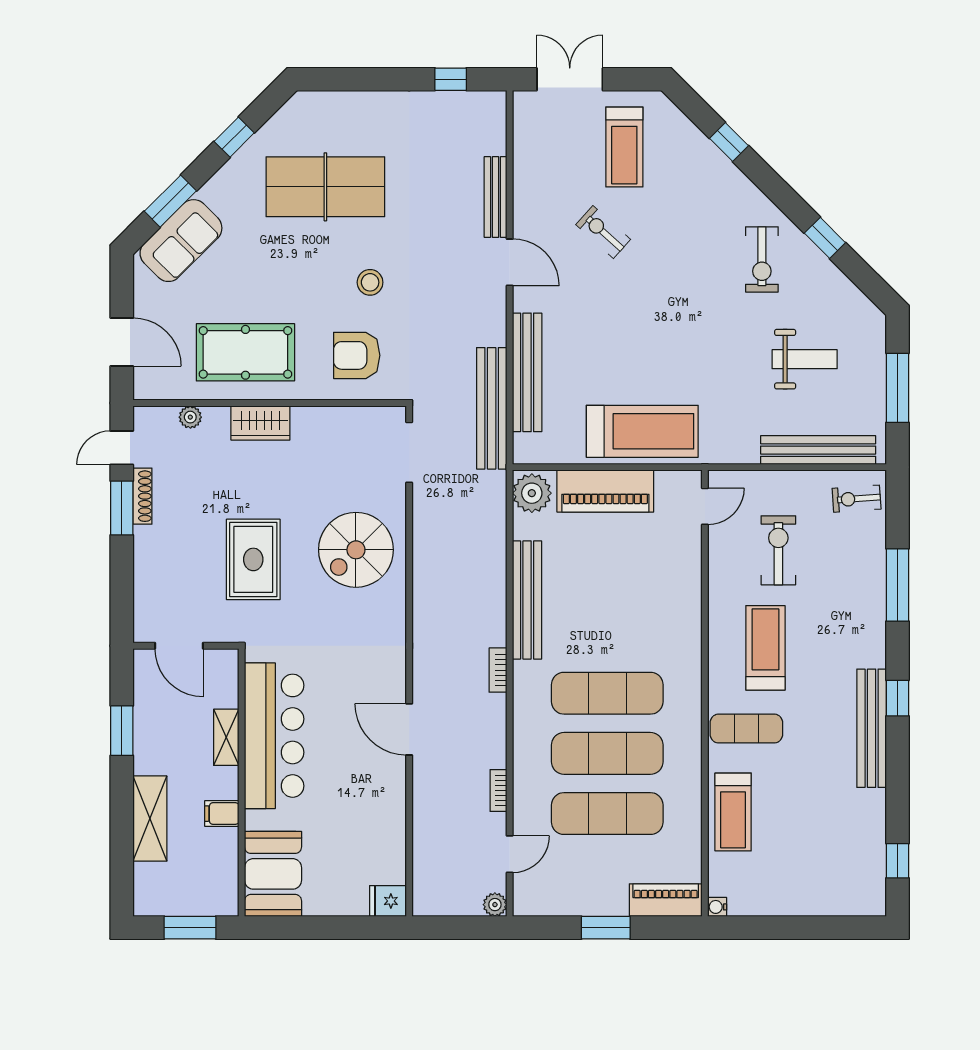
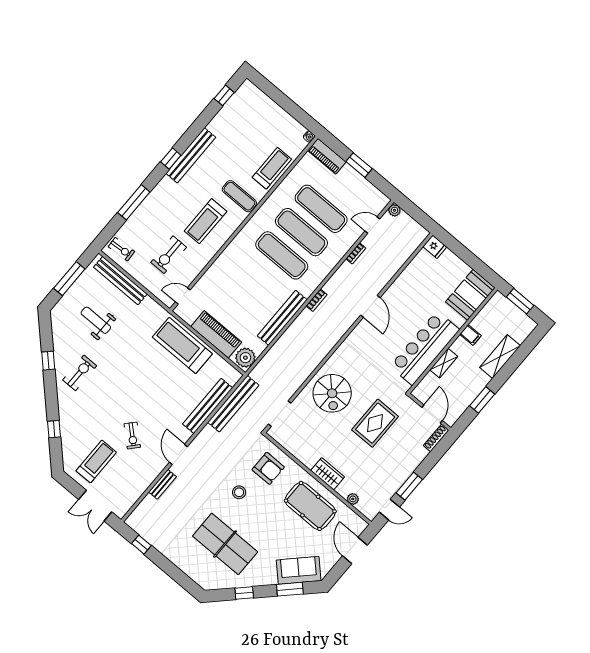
bench: (495, 197) -> (163, 484), width x0.73
shoe rack: (142, 496) -> (436, 438), moved
spiral stairs: (356, 550) -> (332, 393), turned 90

